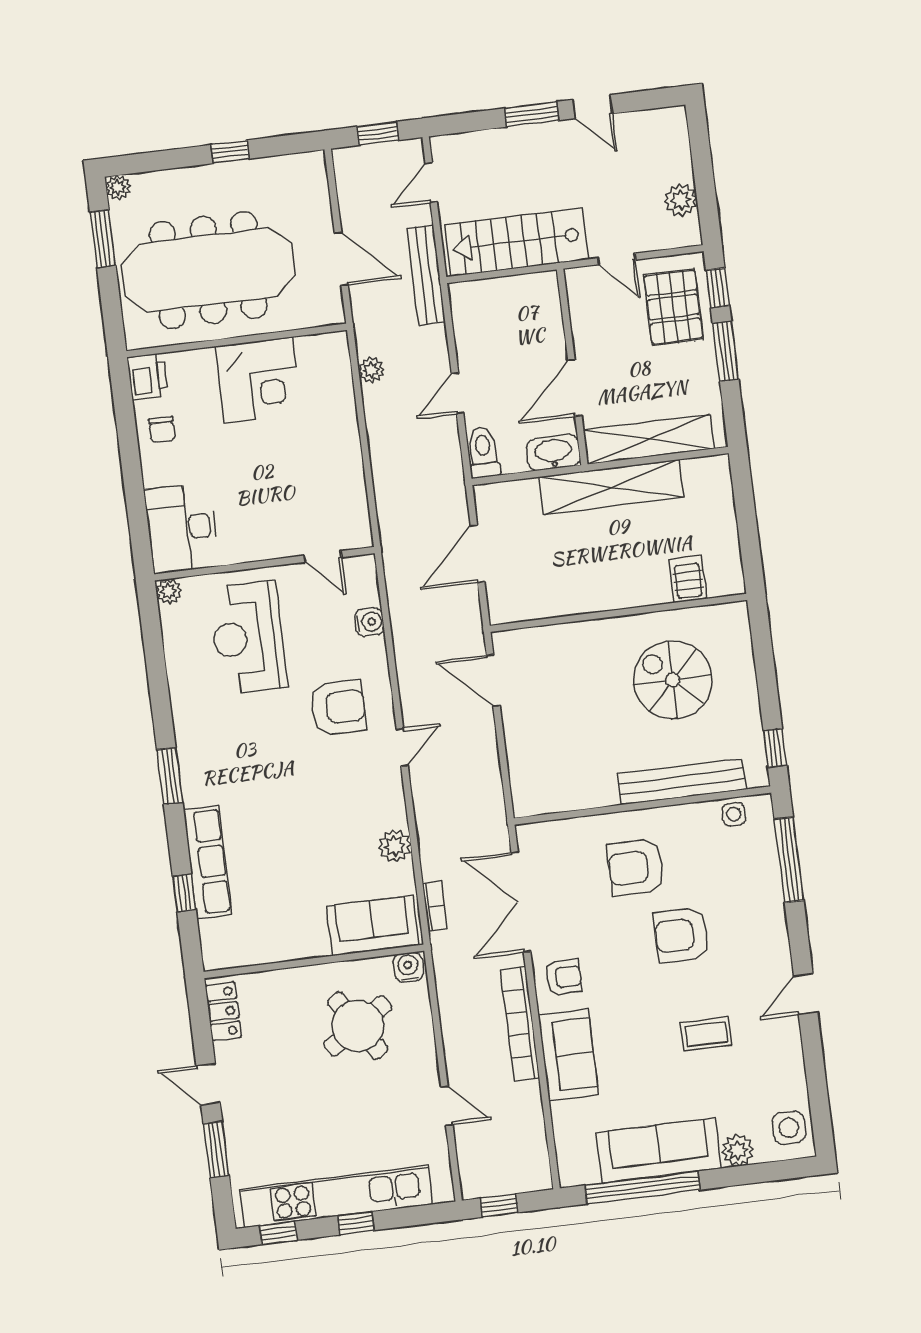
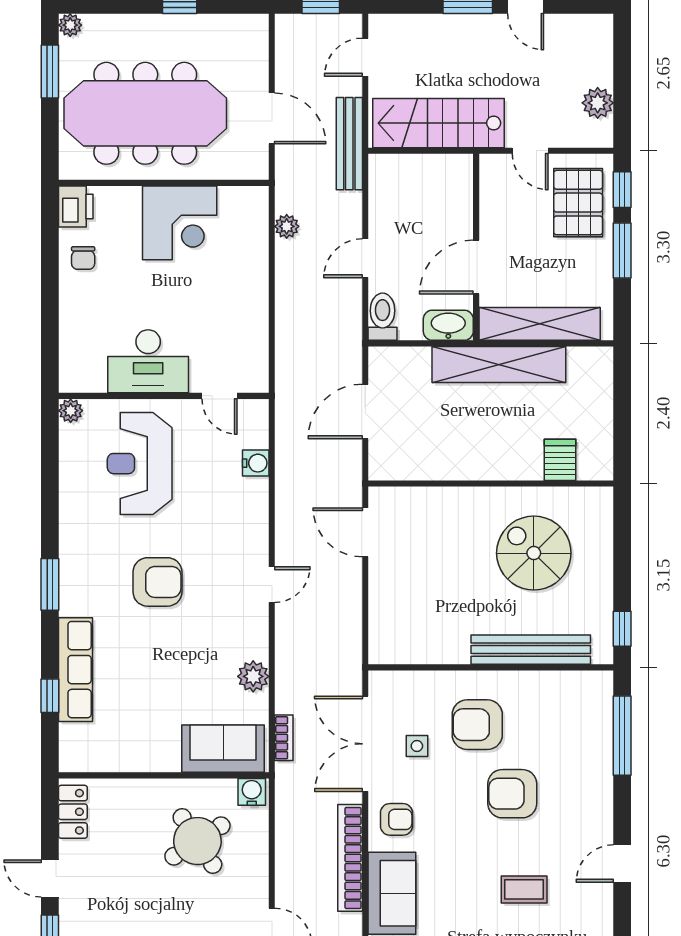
desk: (182, 528) -> (148, 361), moved, turned -90
armchair: (338, 708) -> (157, 582), moved
side table: (734, 814) -> (417, 746), moved

